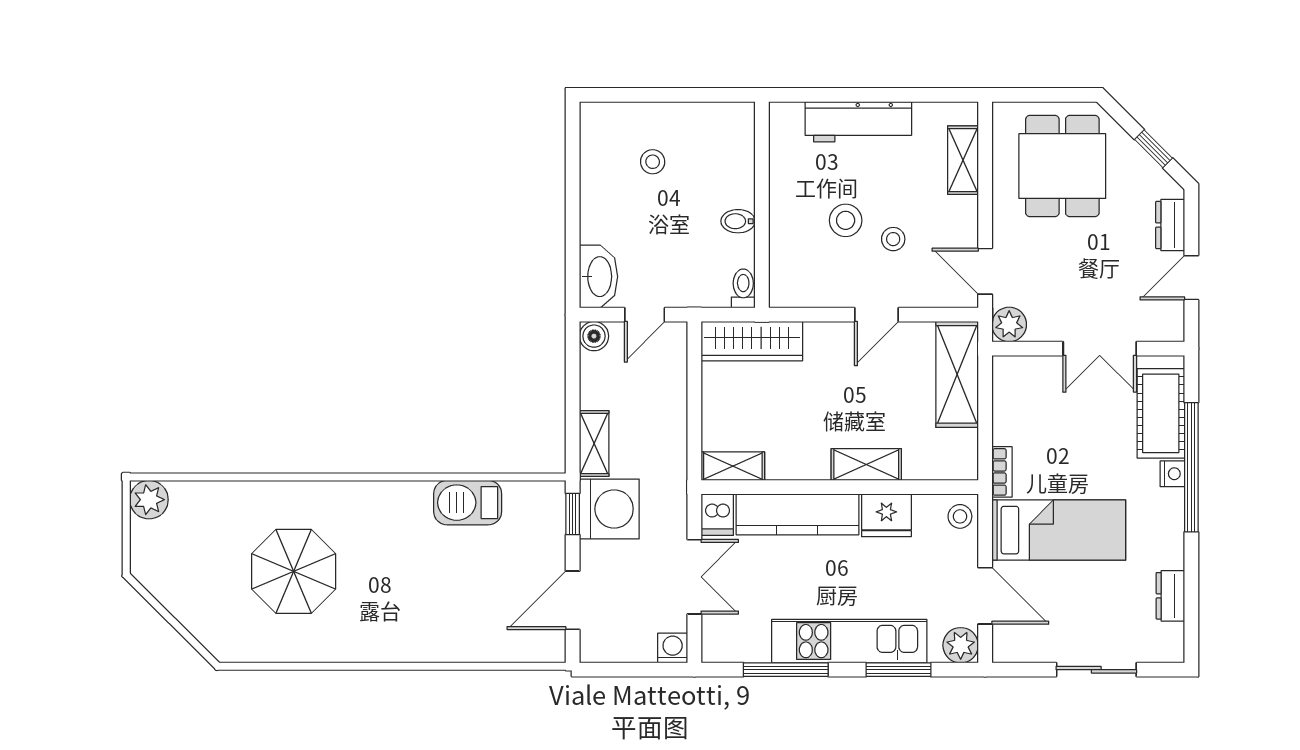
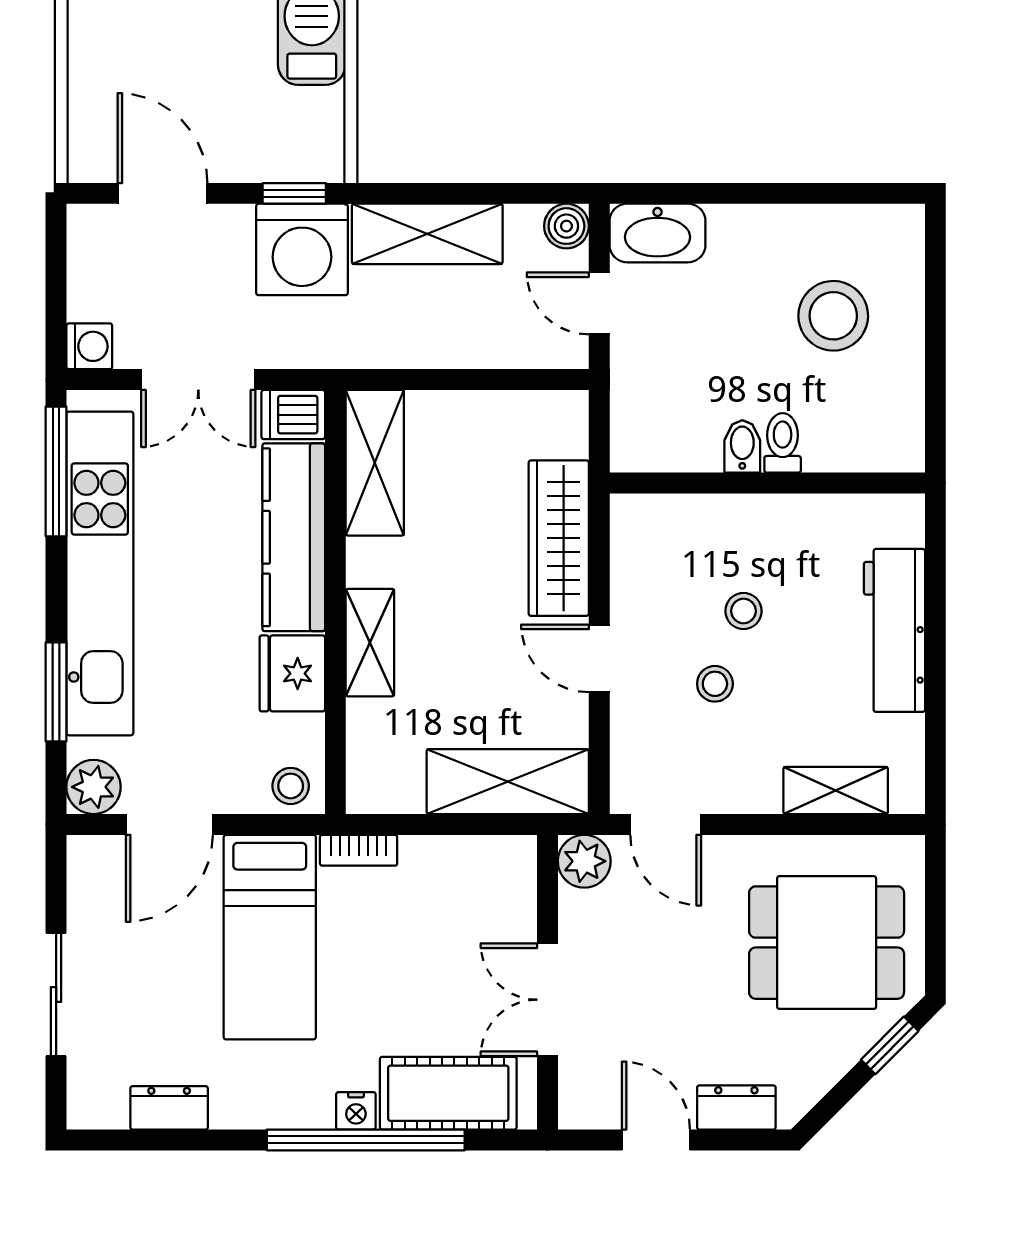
window: (1153, 149) -> (890, 1045), moved
stool: (653, 162) -> (833, 316), width x1.89, depth x1.89
stool: (846, 220) -> (744, 611), width x0.73, depth x0.73
door: (985, 271) -> (666, 824), swing flipped
toilet: (743, 288) -> (783, 443), moved, turned -90
wardrobe: (752, 341) -> (559, 538), moved
shelving: (594, 443) -> (427, 234), width x1.50, depth x1.33
shelving: (733, 466) -> (375, 463), width x1.50, depth x1.33
kitchen unit: (849, 641) -> (100, 573), width x1.36
window: (786, 670) -> (56, 471), moved

